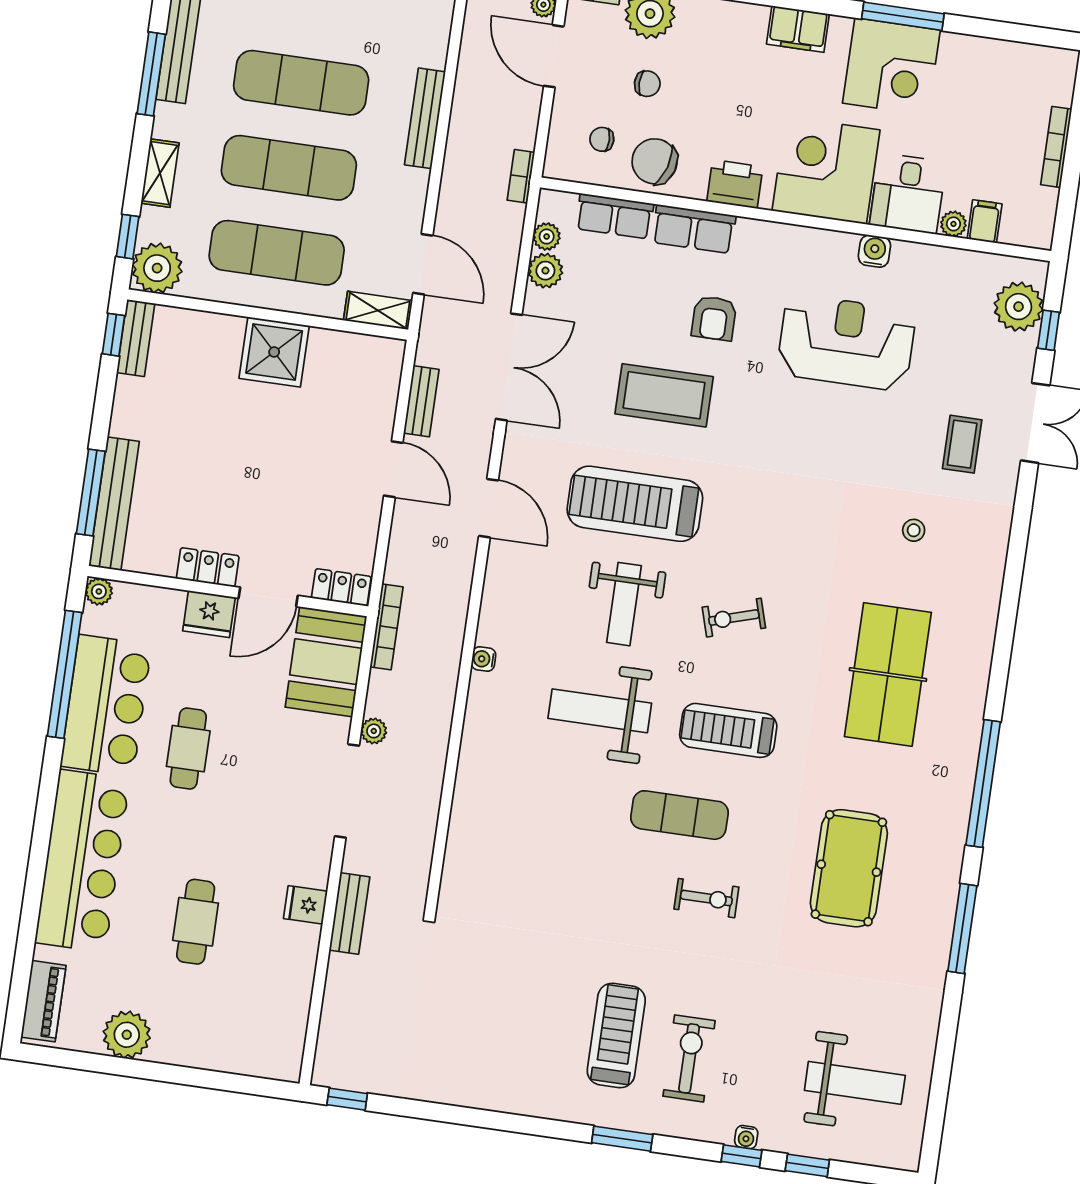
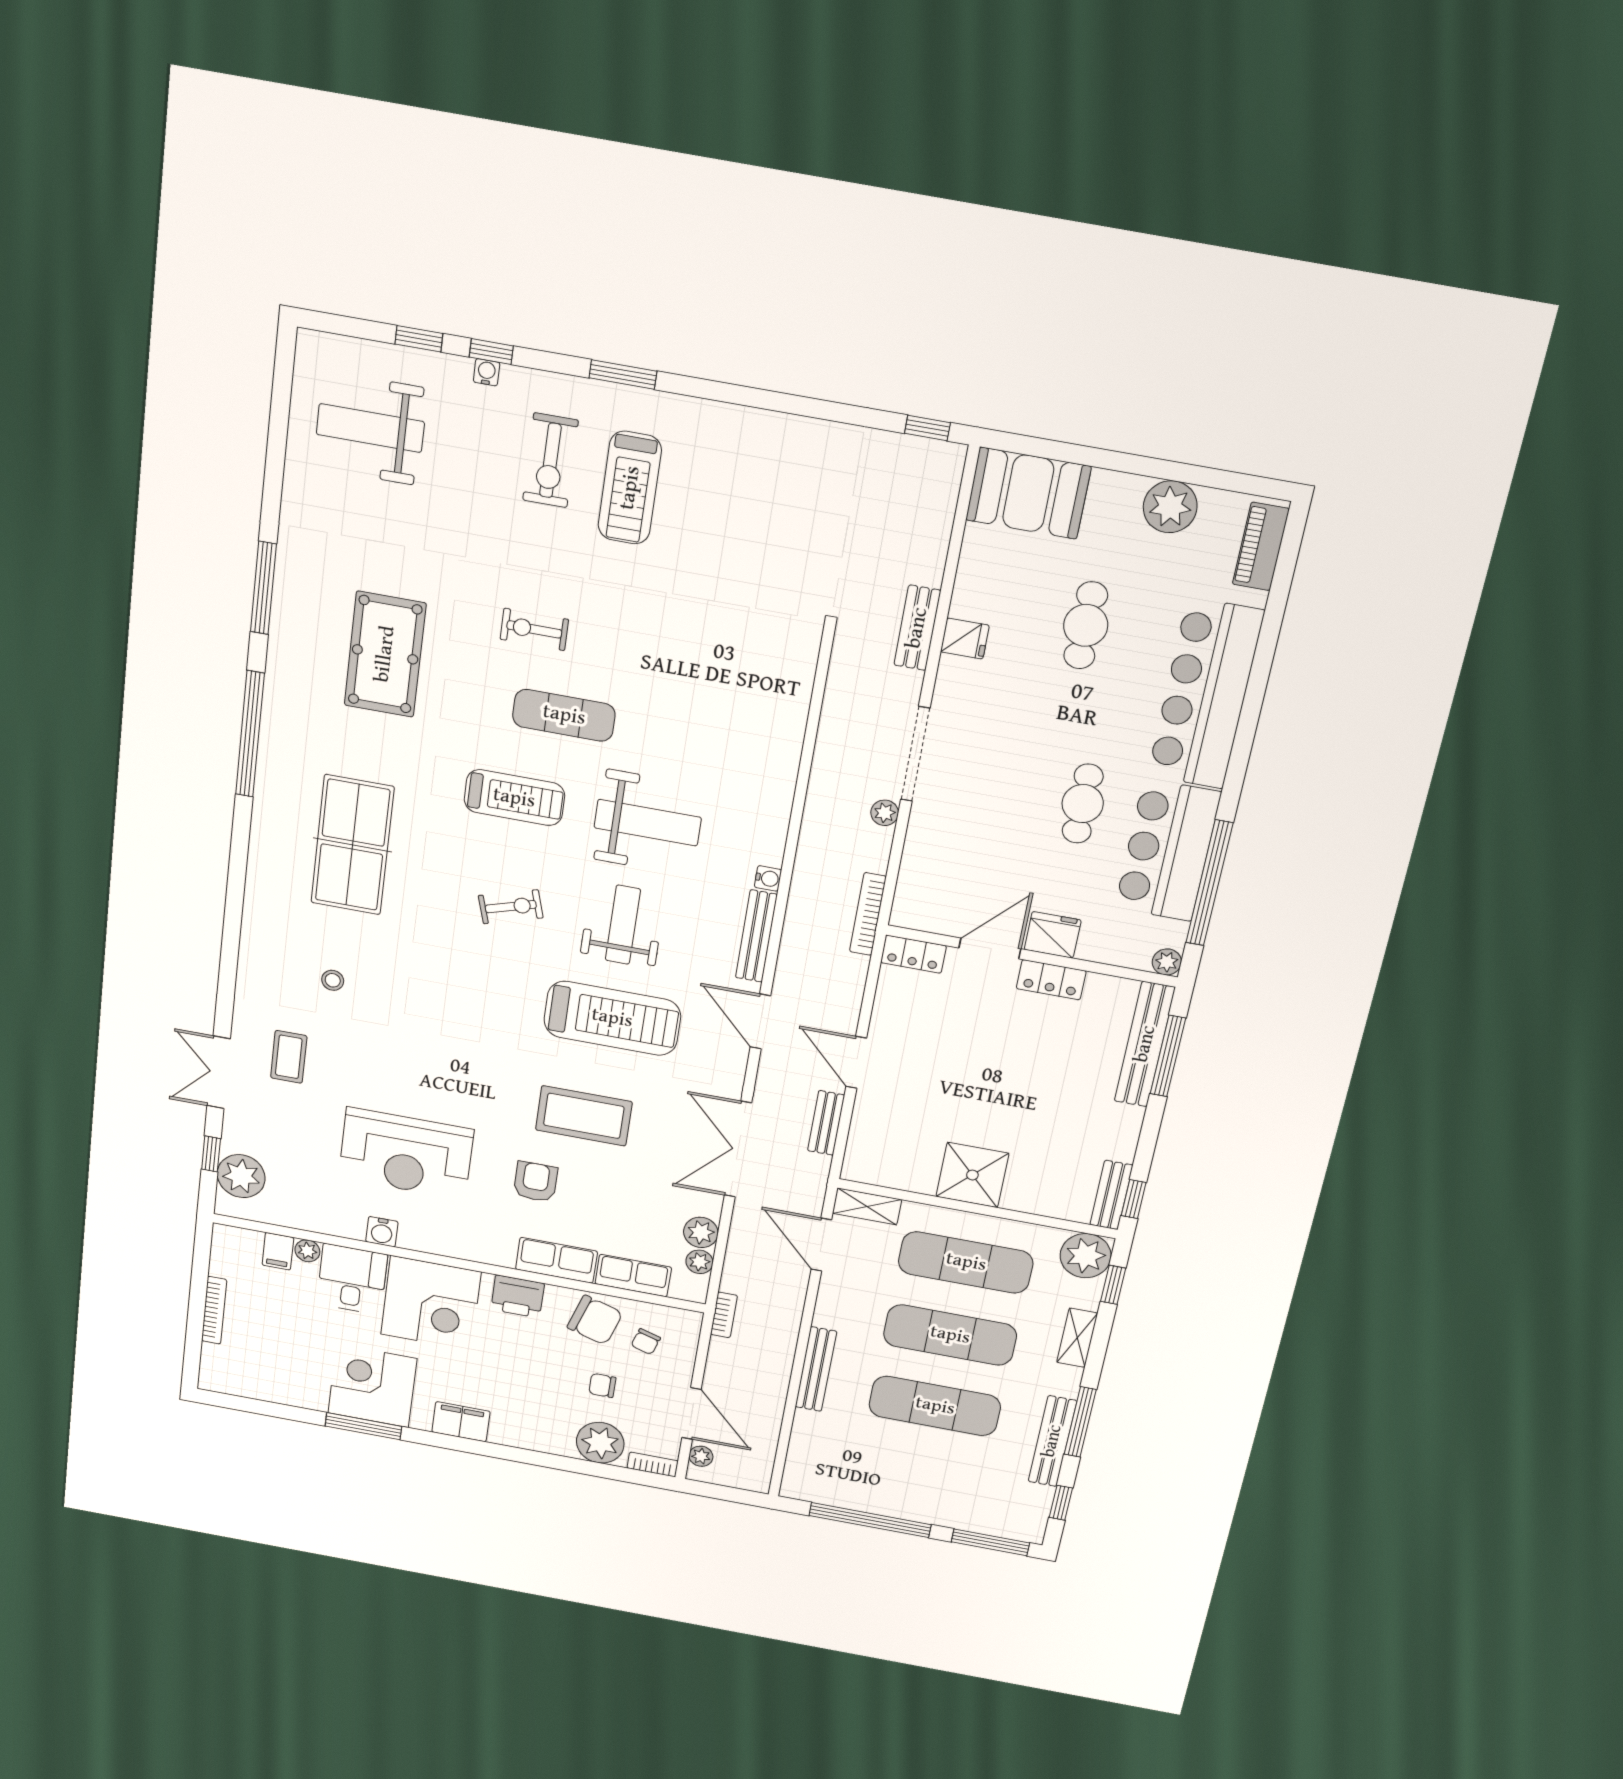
chair: (602, 139) -> (646, 1342), turned 107
bench: (494, 599) -> (756, 936), added
booth: (326, 662) -> (1028, 493), moved, turned 90

